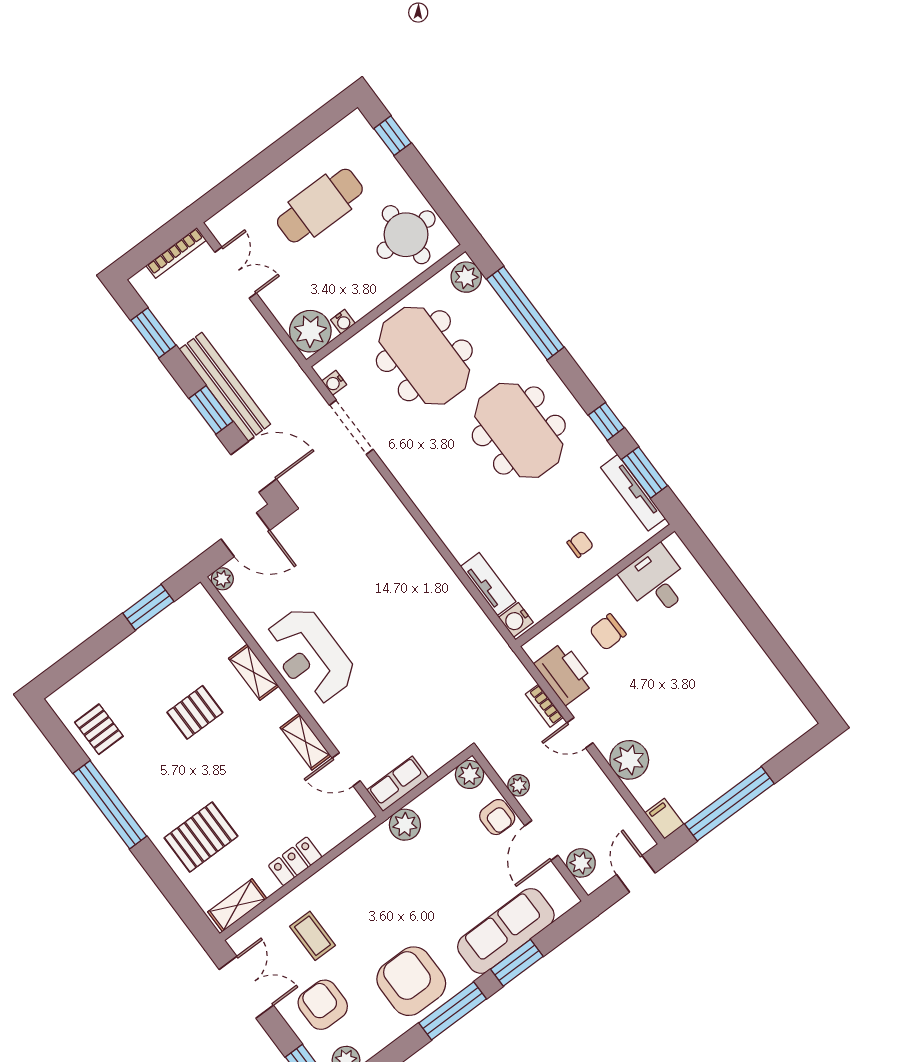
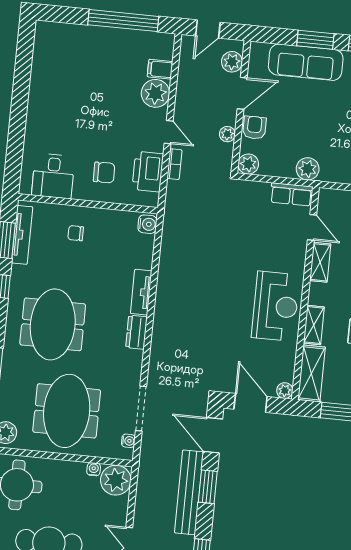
dresser: (427, 500) -> (136, 332), added
tv unit: (488, 584) -> (141, 292), moved
shelving: (211, 621) -> (311, 373), added
filing cabinet: (664, 819) -> (160, 69), moved, turned 90

